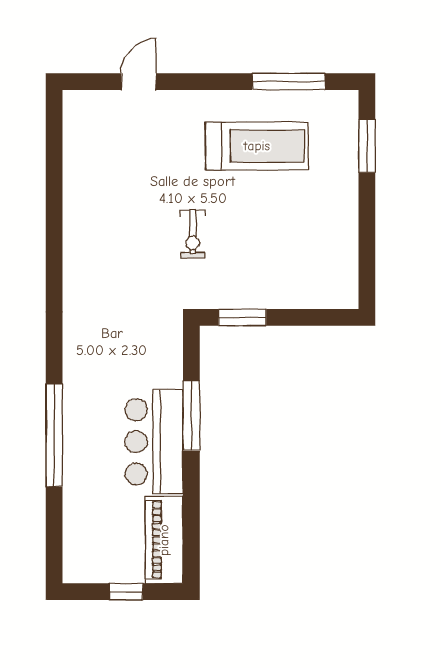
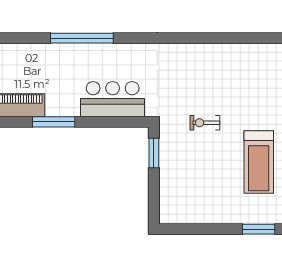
window: (191, 416) -> (54, 122), moved
bar counter: (154, 442) -> (113, 99), moved

